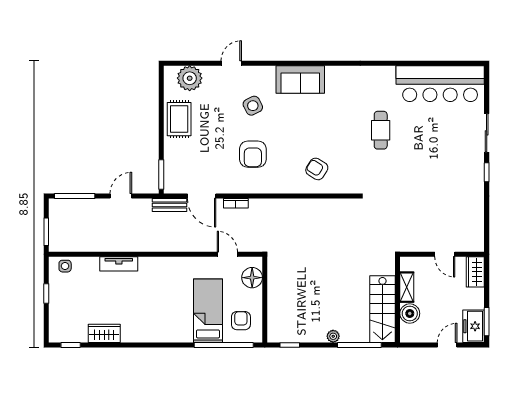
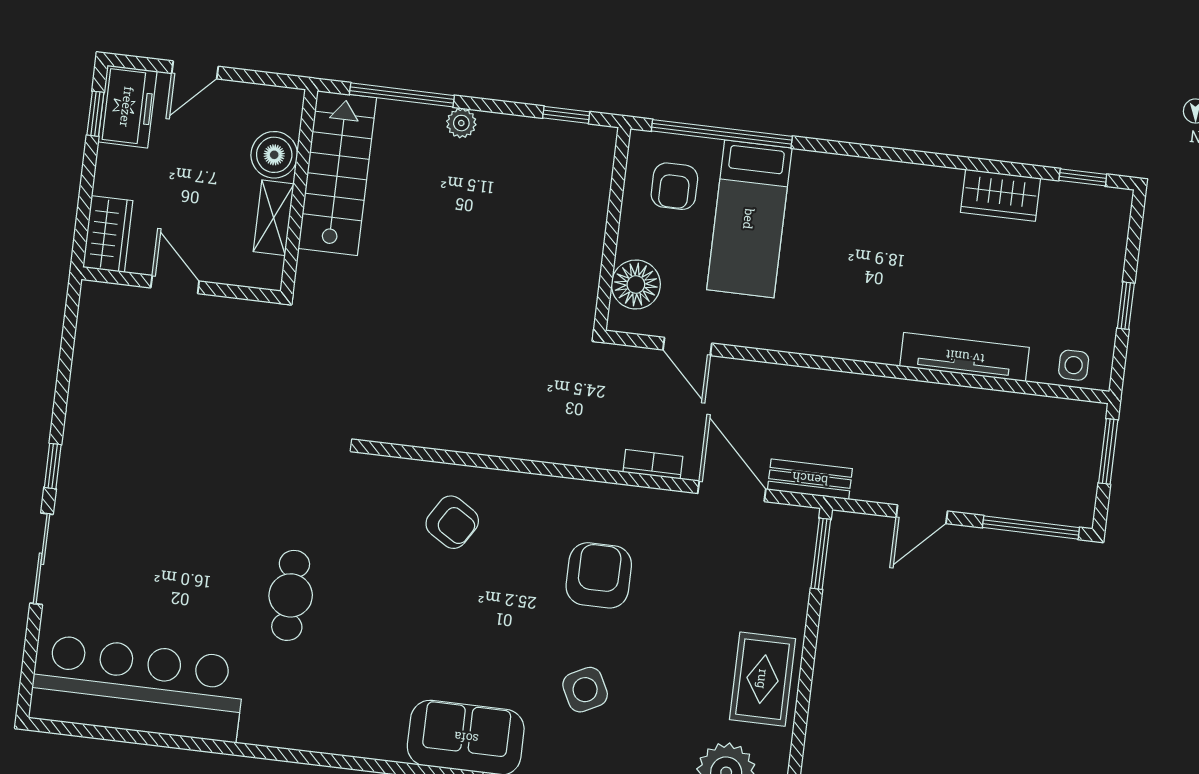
tv unit: (119, 264) -> (965, 357), width x1.41
window: (487, 322) -> (95, 114), width x0.67

